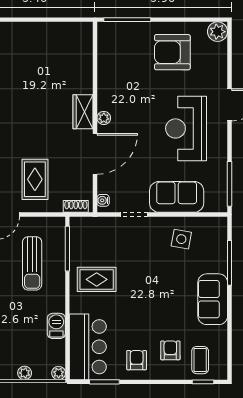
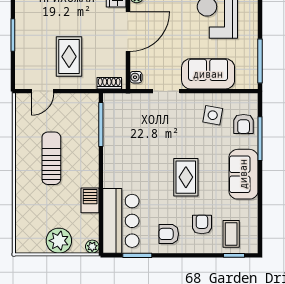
armchair: (213, 248) -> (244, 124), added
sun lounger: (32, 263) -> (51, 158), moved, turned 180
rug: (97, 279) -> (186, 177), moved, turned 90
armchair: (137, 360) -> (169, 234), turned -90
plant: (25, 373) -> (59, 241), width x1.87, depth x1.87

